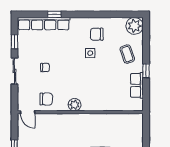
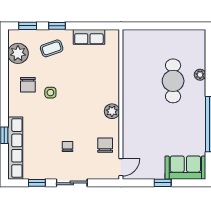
plant: (135, 26) -> (18, 53), moved
window: (146, 34) -> (28, 26), added
window: (146, 71) -> (57, 26), moved

